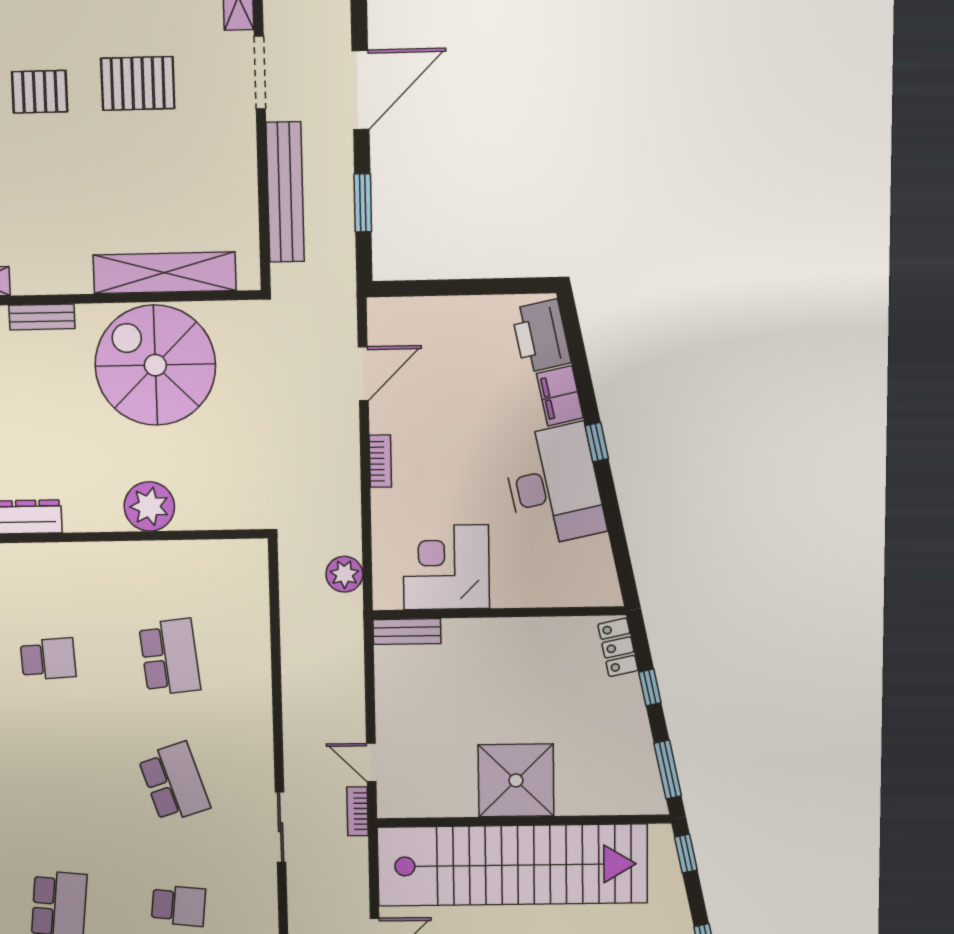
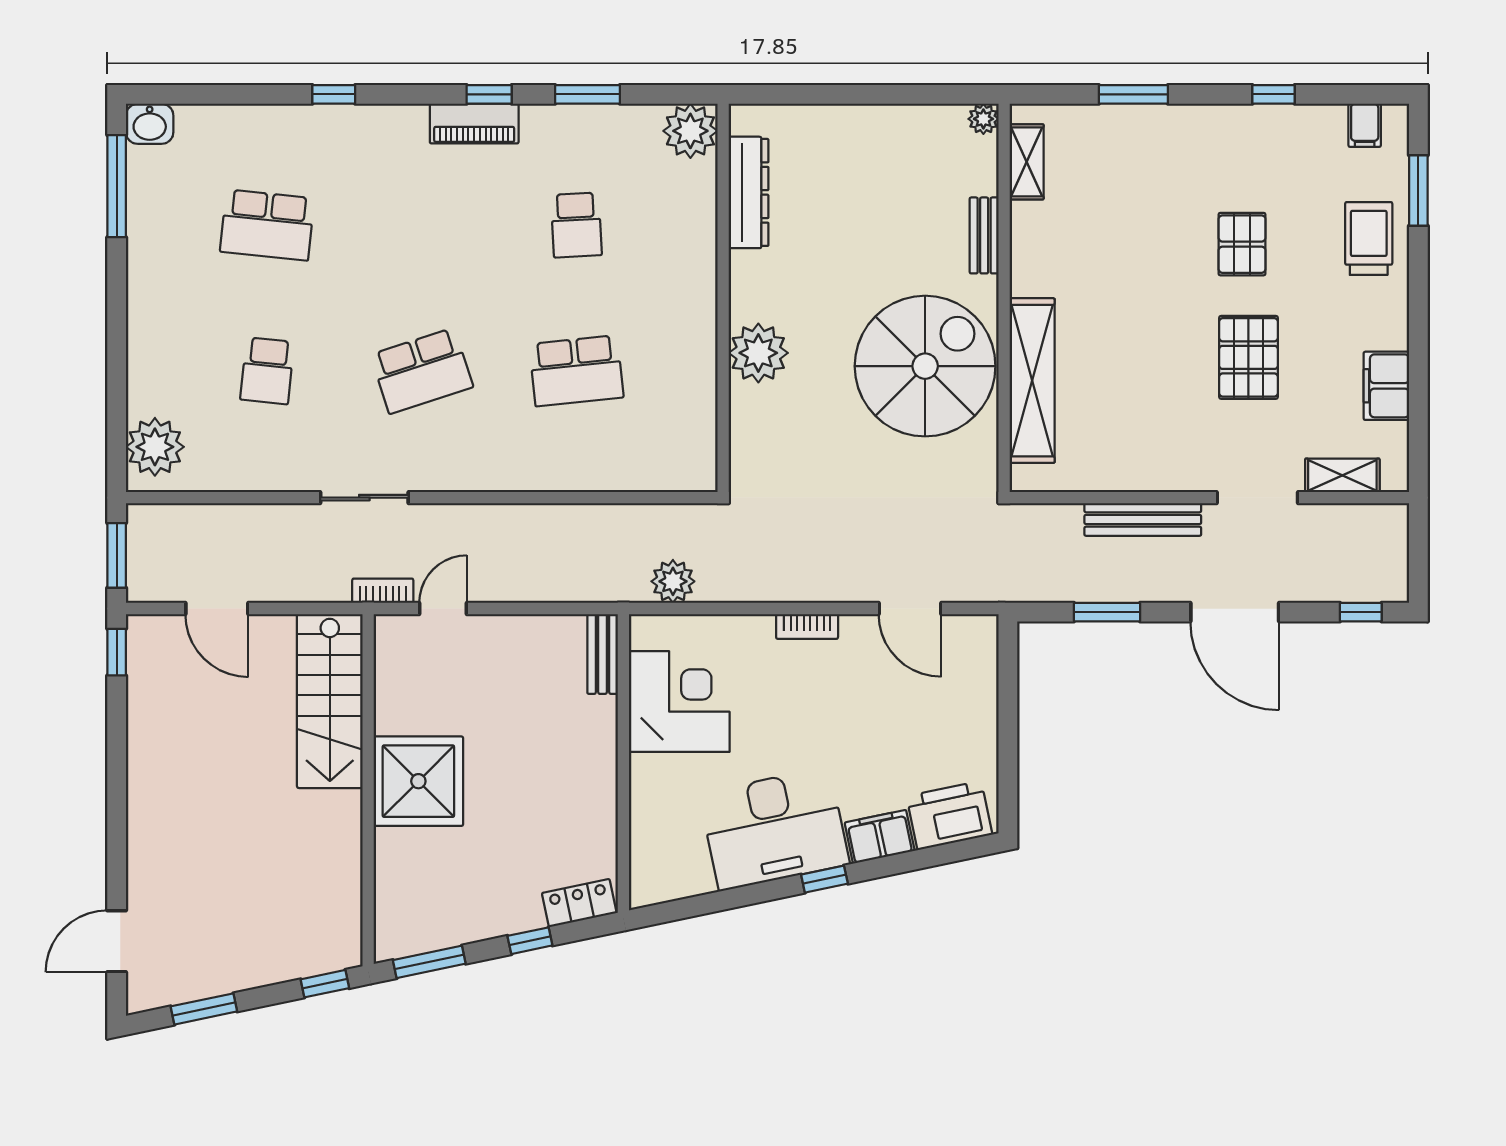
bench: (285, 192) -> (1143, 519), width x0.73, depth x0.82
stairs: (512, 865) -> (330, 701), width x0.54, depth x0.66

